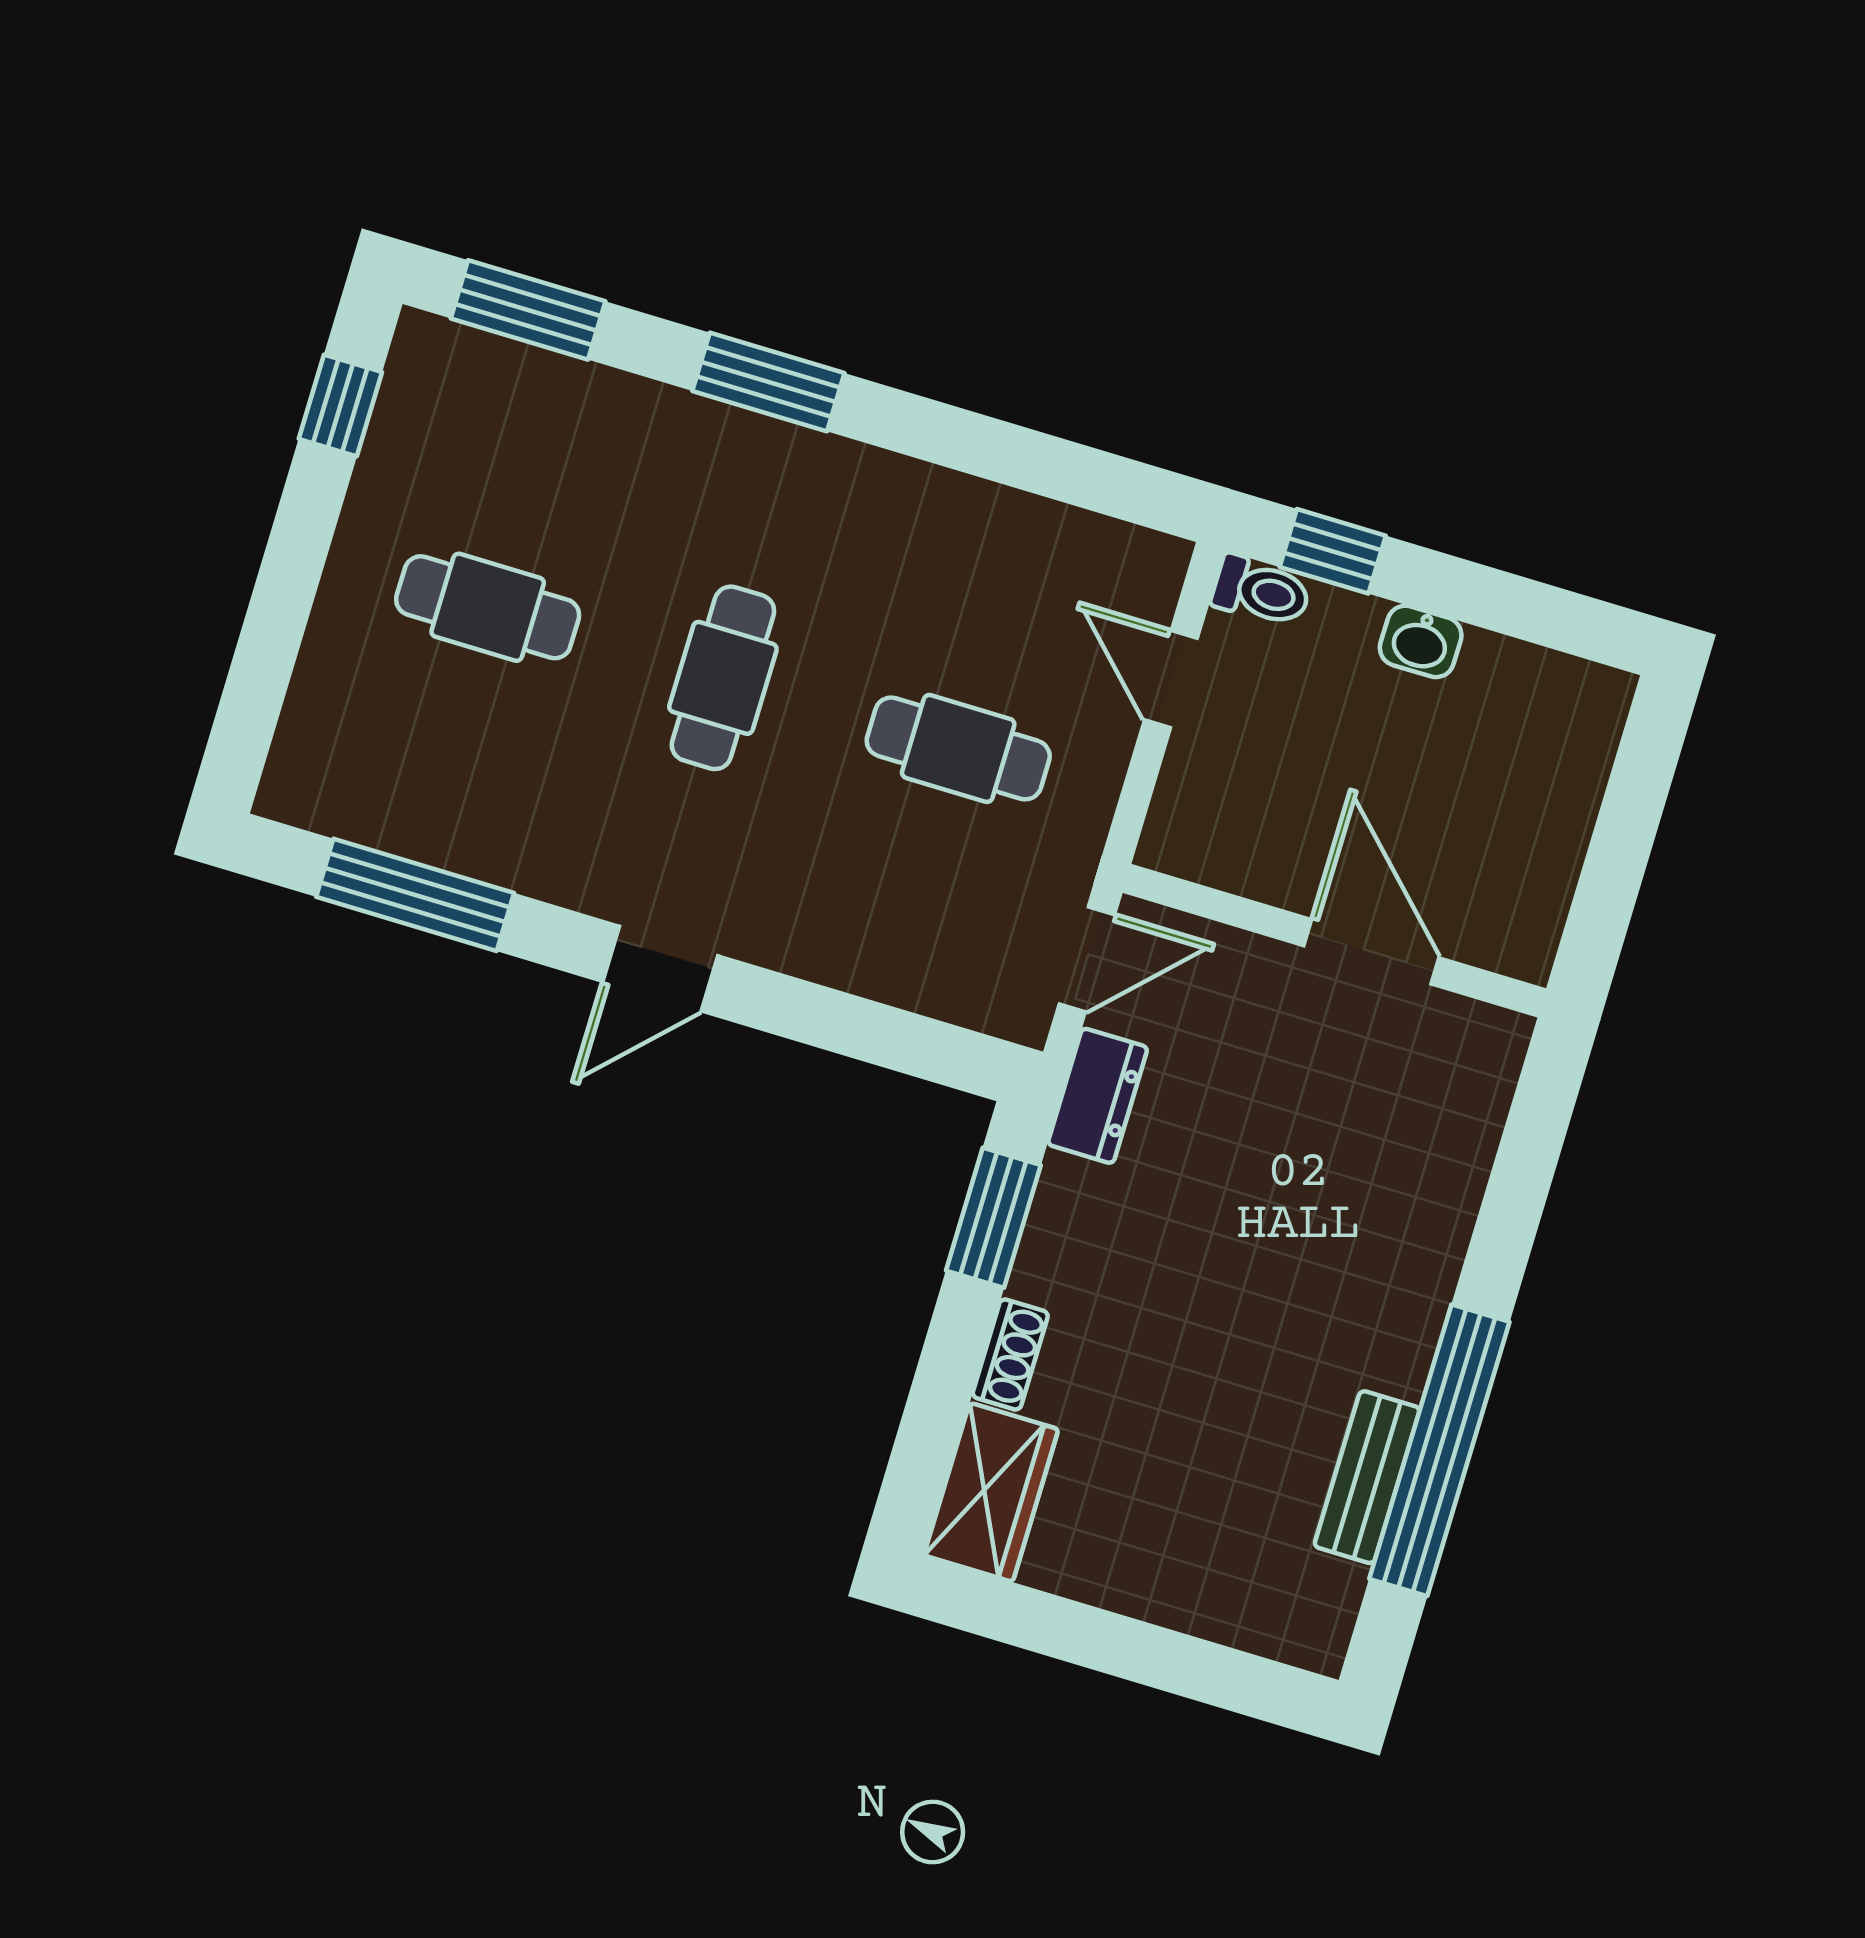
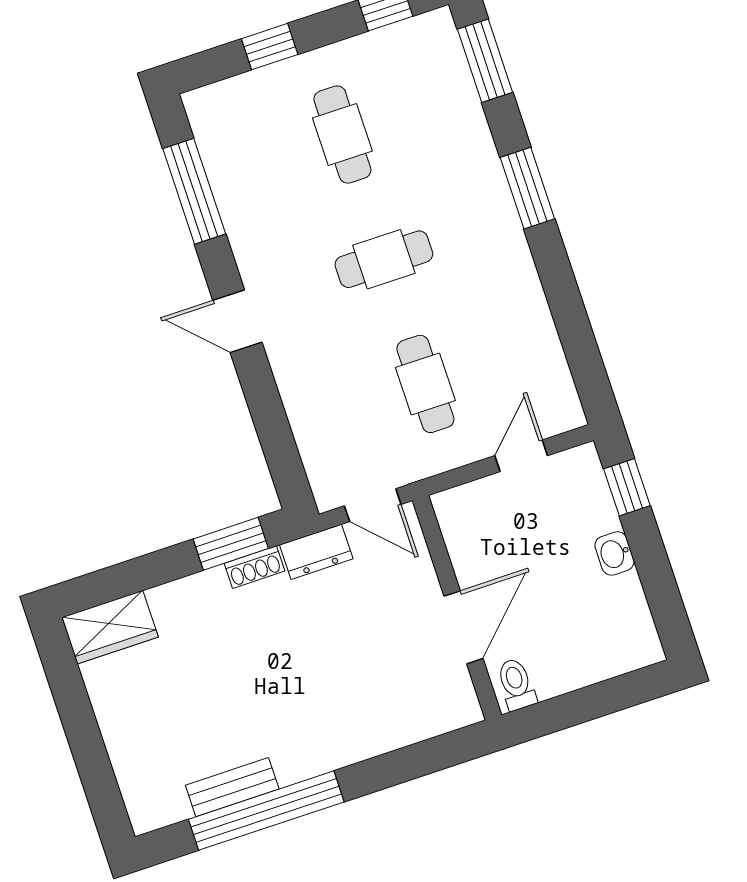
toilet: (1261, 591) -> (516, 684), moved, turned 180
window: (275, 624) -> (270, 47), added
shoe rack: (1010, 1354) -> (254, 567), moved

